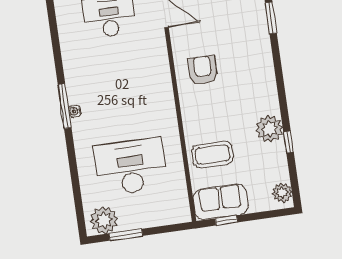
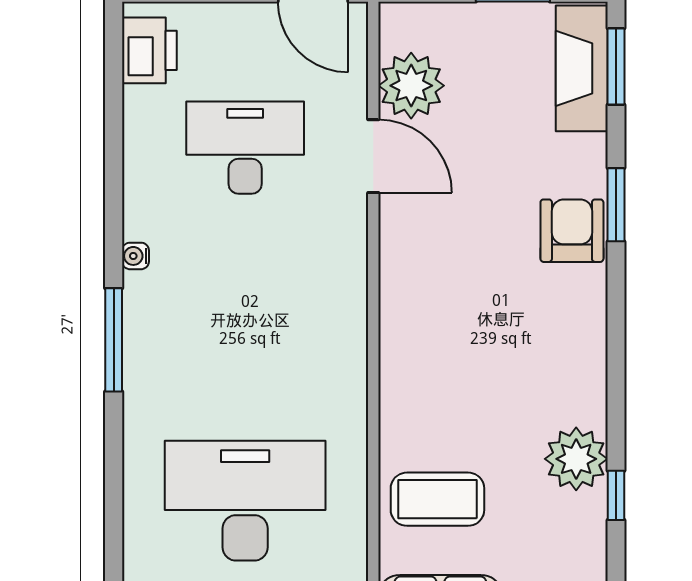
armchair: (203, 70) -> (572, 231), moved
water cooler: (75, 111) -> (135, 256), moved

